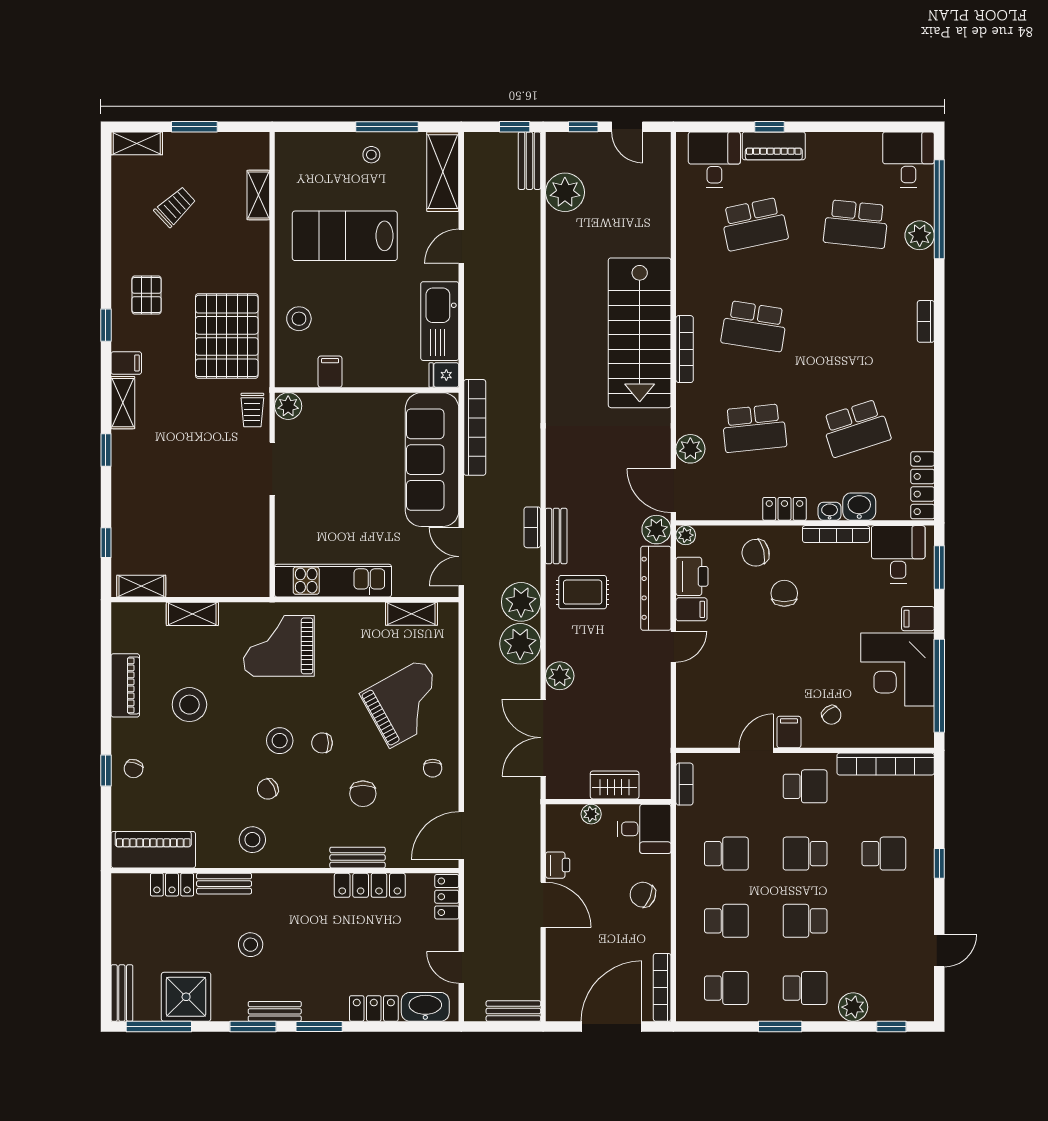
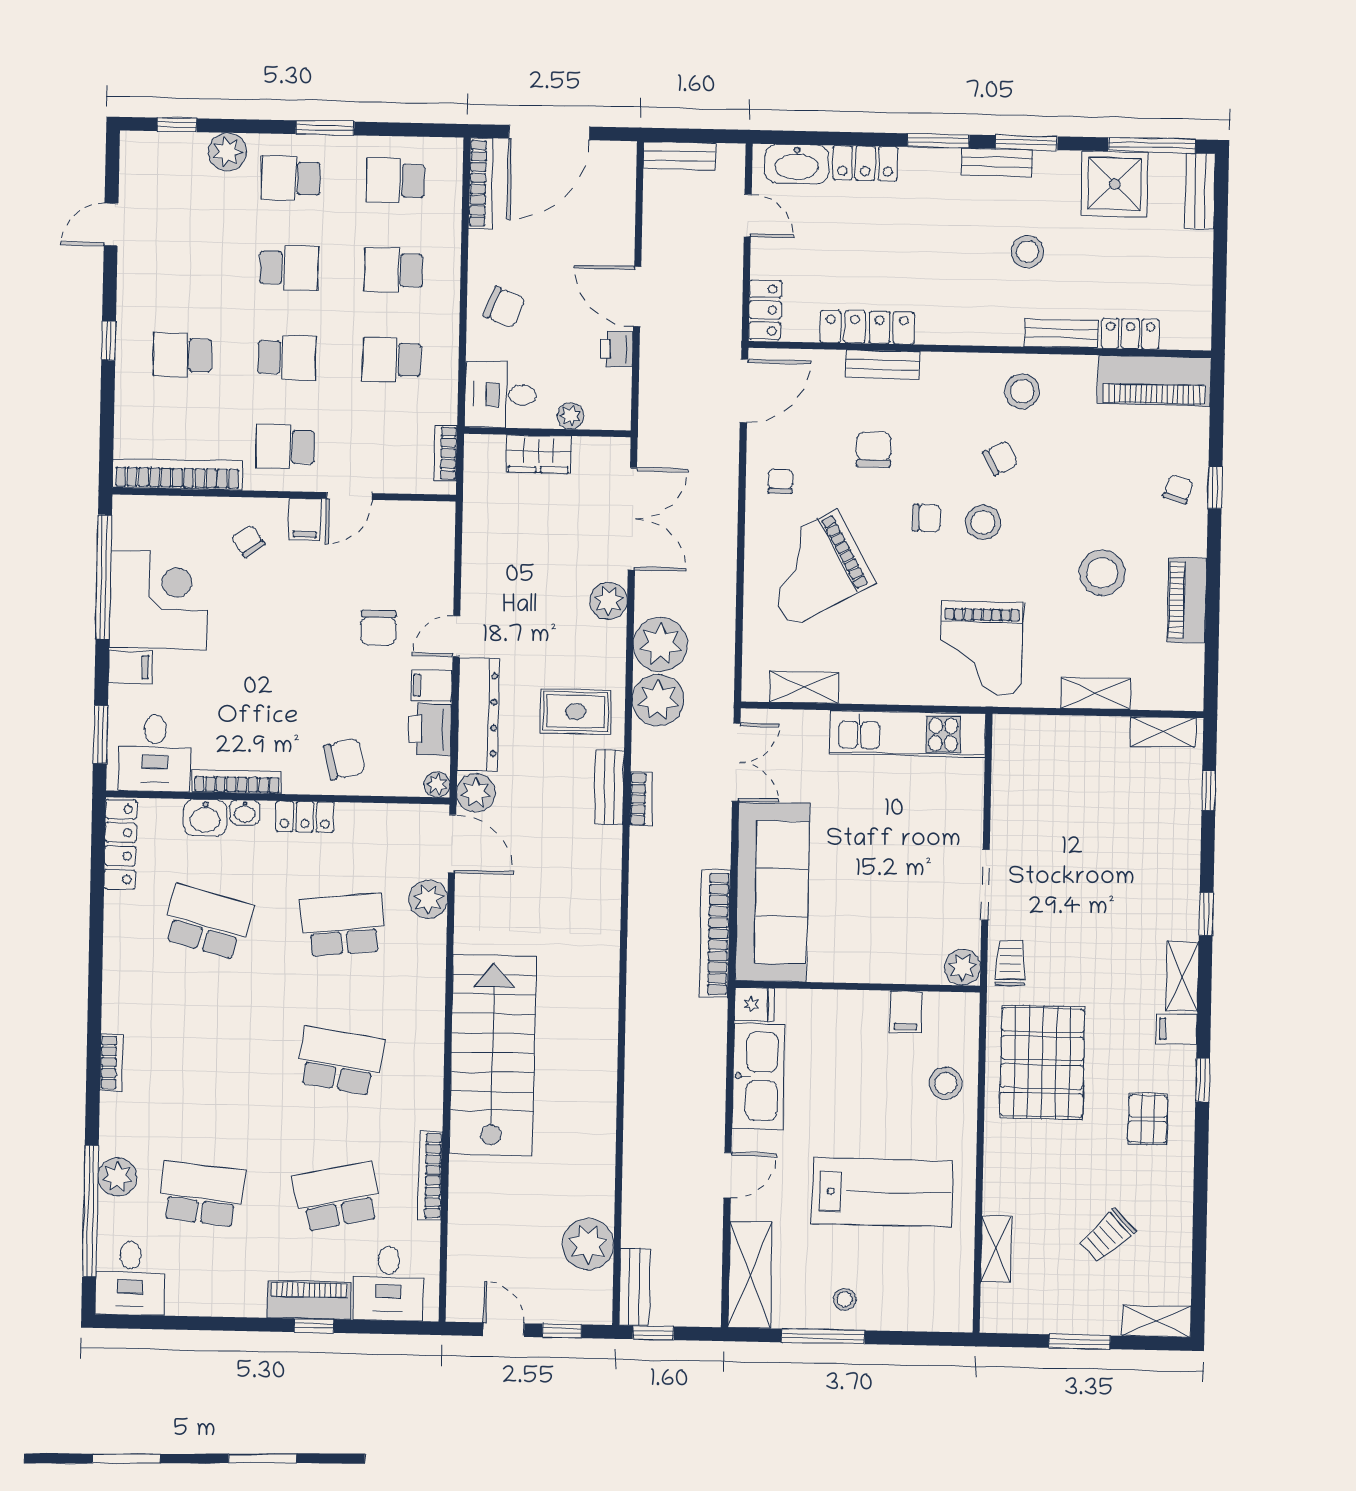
bookcase: (685, 349) -> (430, 1175), moved
school desk: (856, 428) -> (207, 922), turned 33
chair: (784, 593) -> (378, 628), moved
grand piano: (279, 646) -> (981, 648), turned 90

